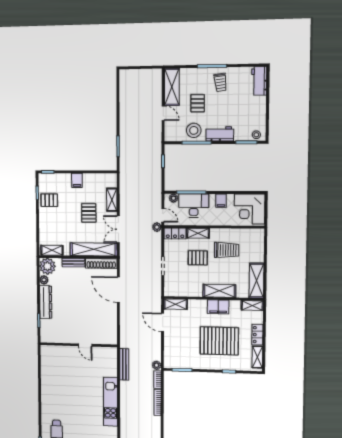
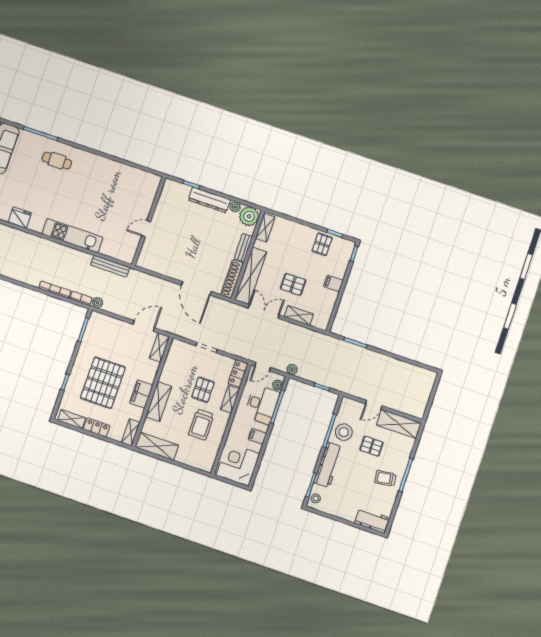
workbench: (220, 134) -> (328, 465), width x1.38
plant: (157, 227) -> (292, 369), moved
door: (118, 290) -> (196, 288), swing flipped

